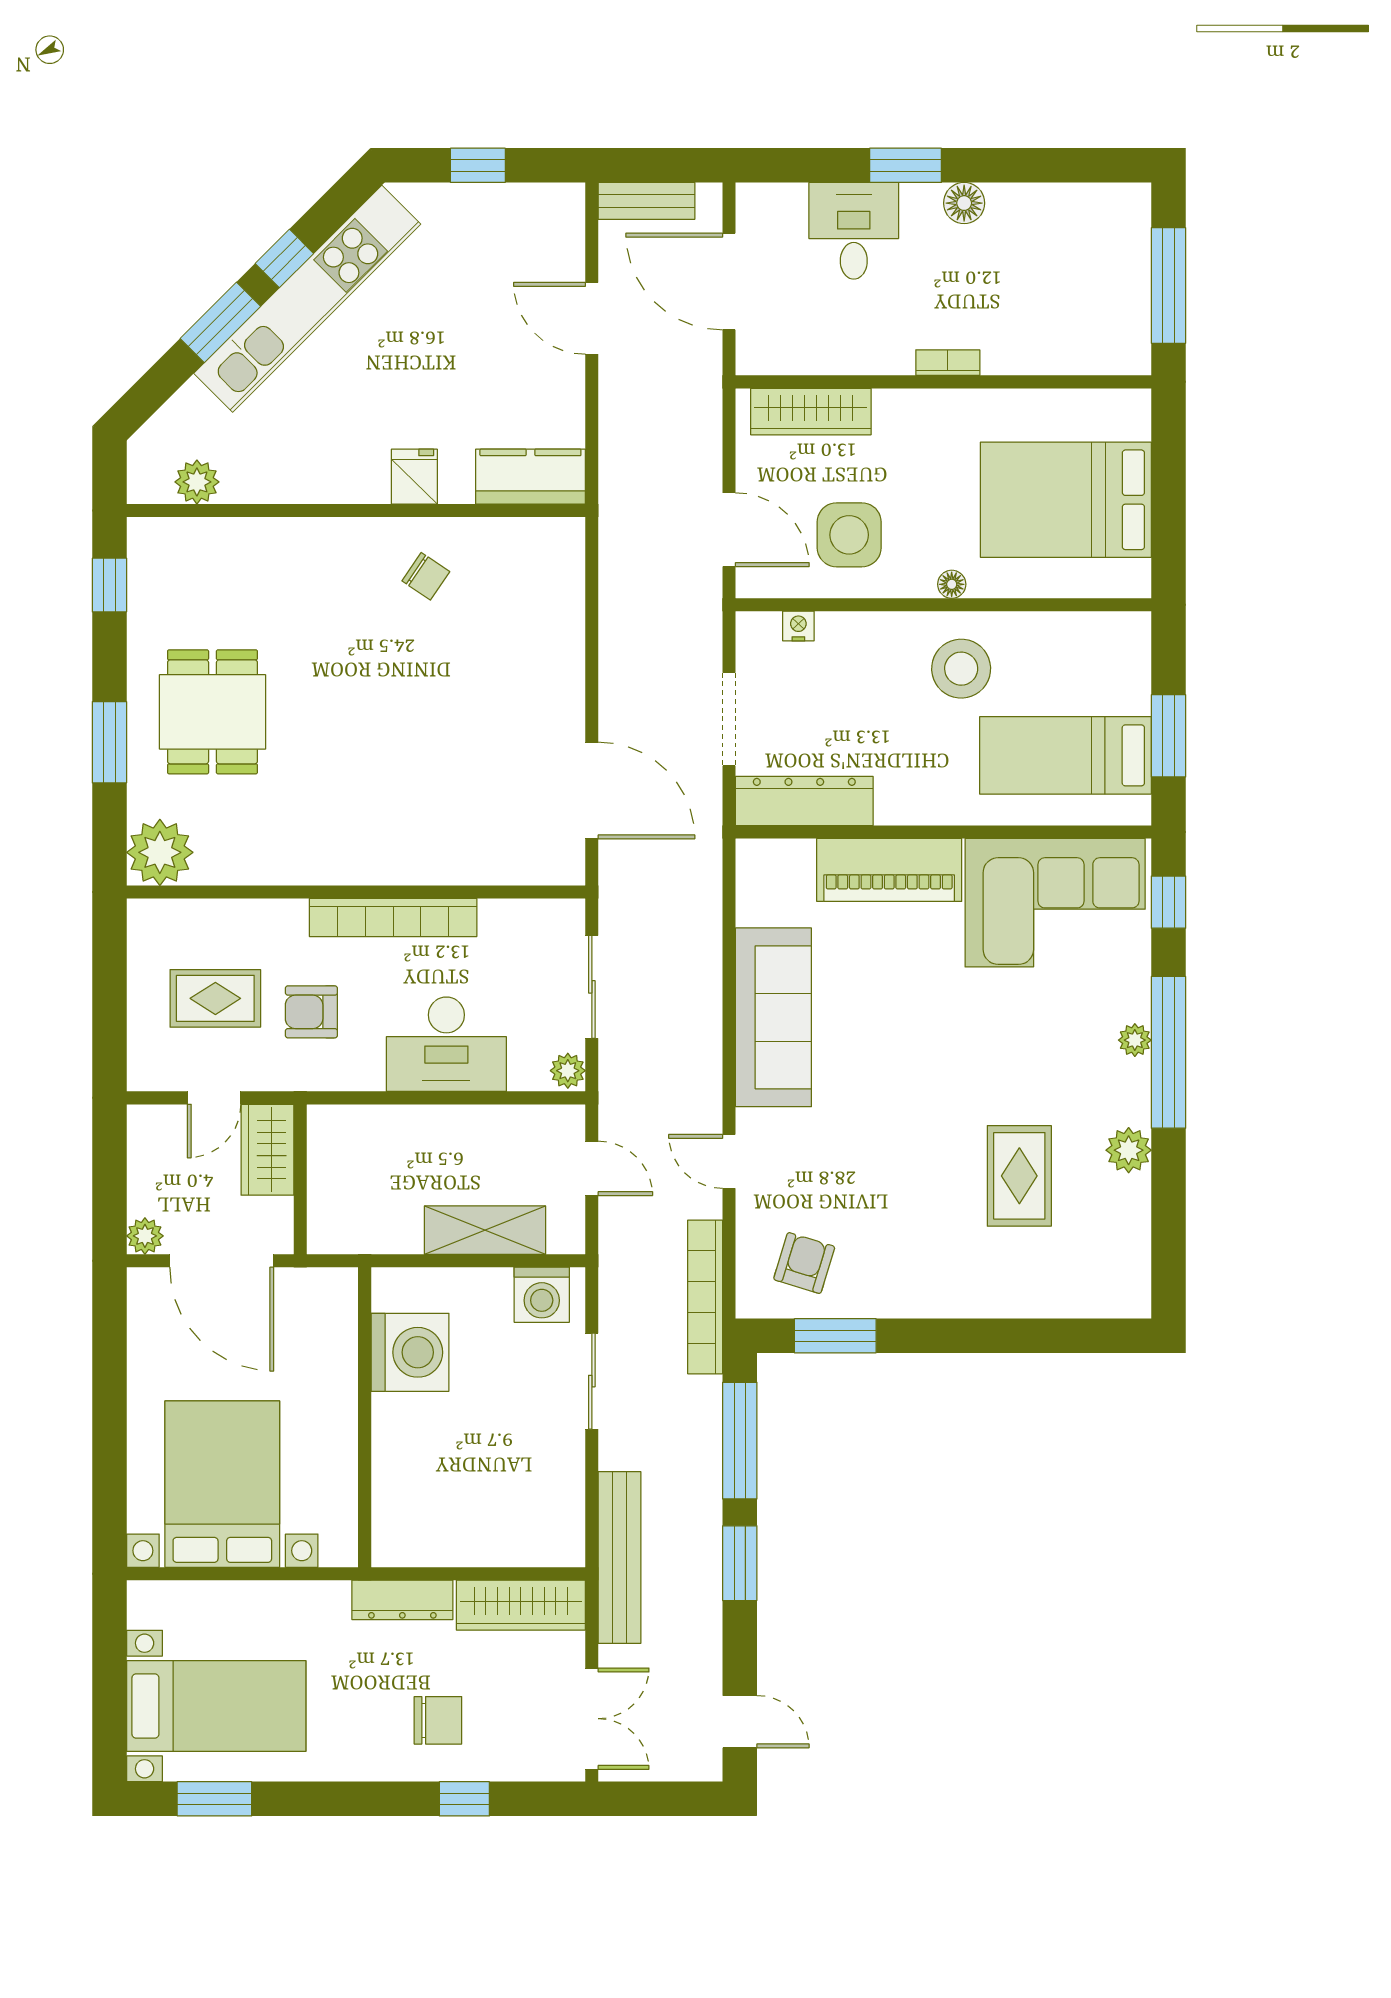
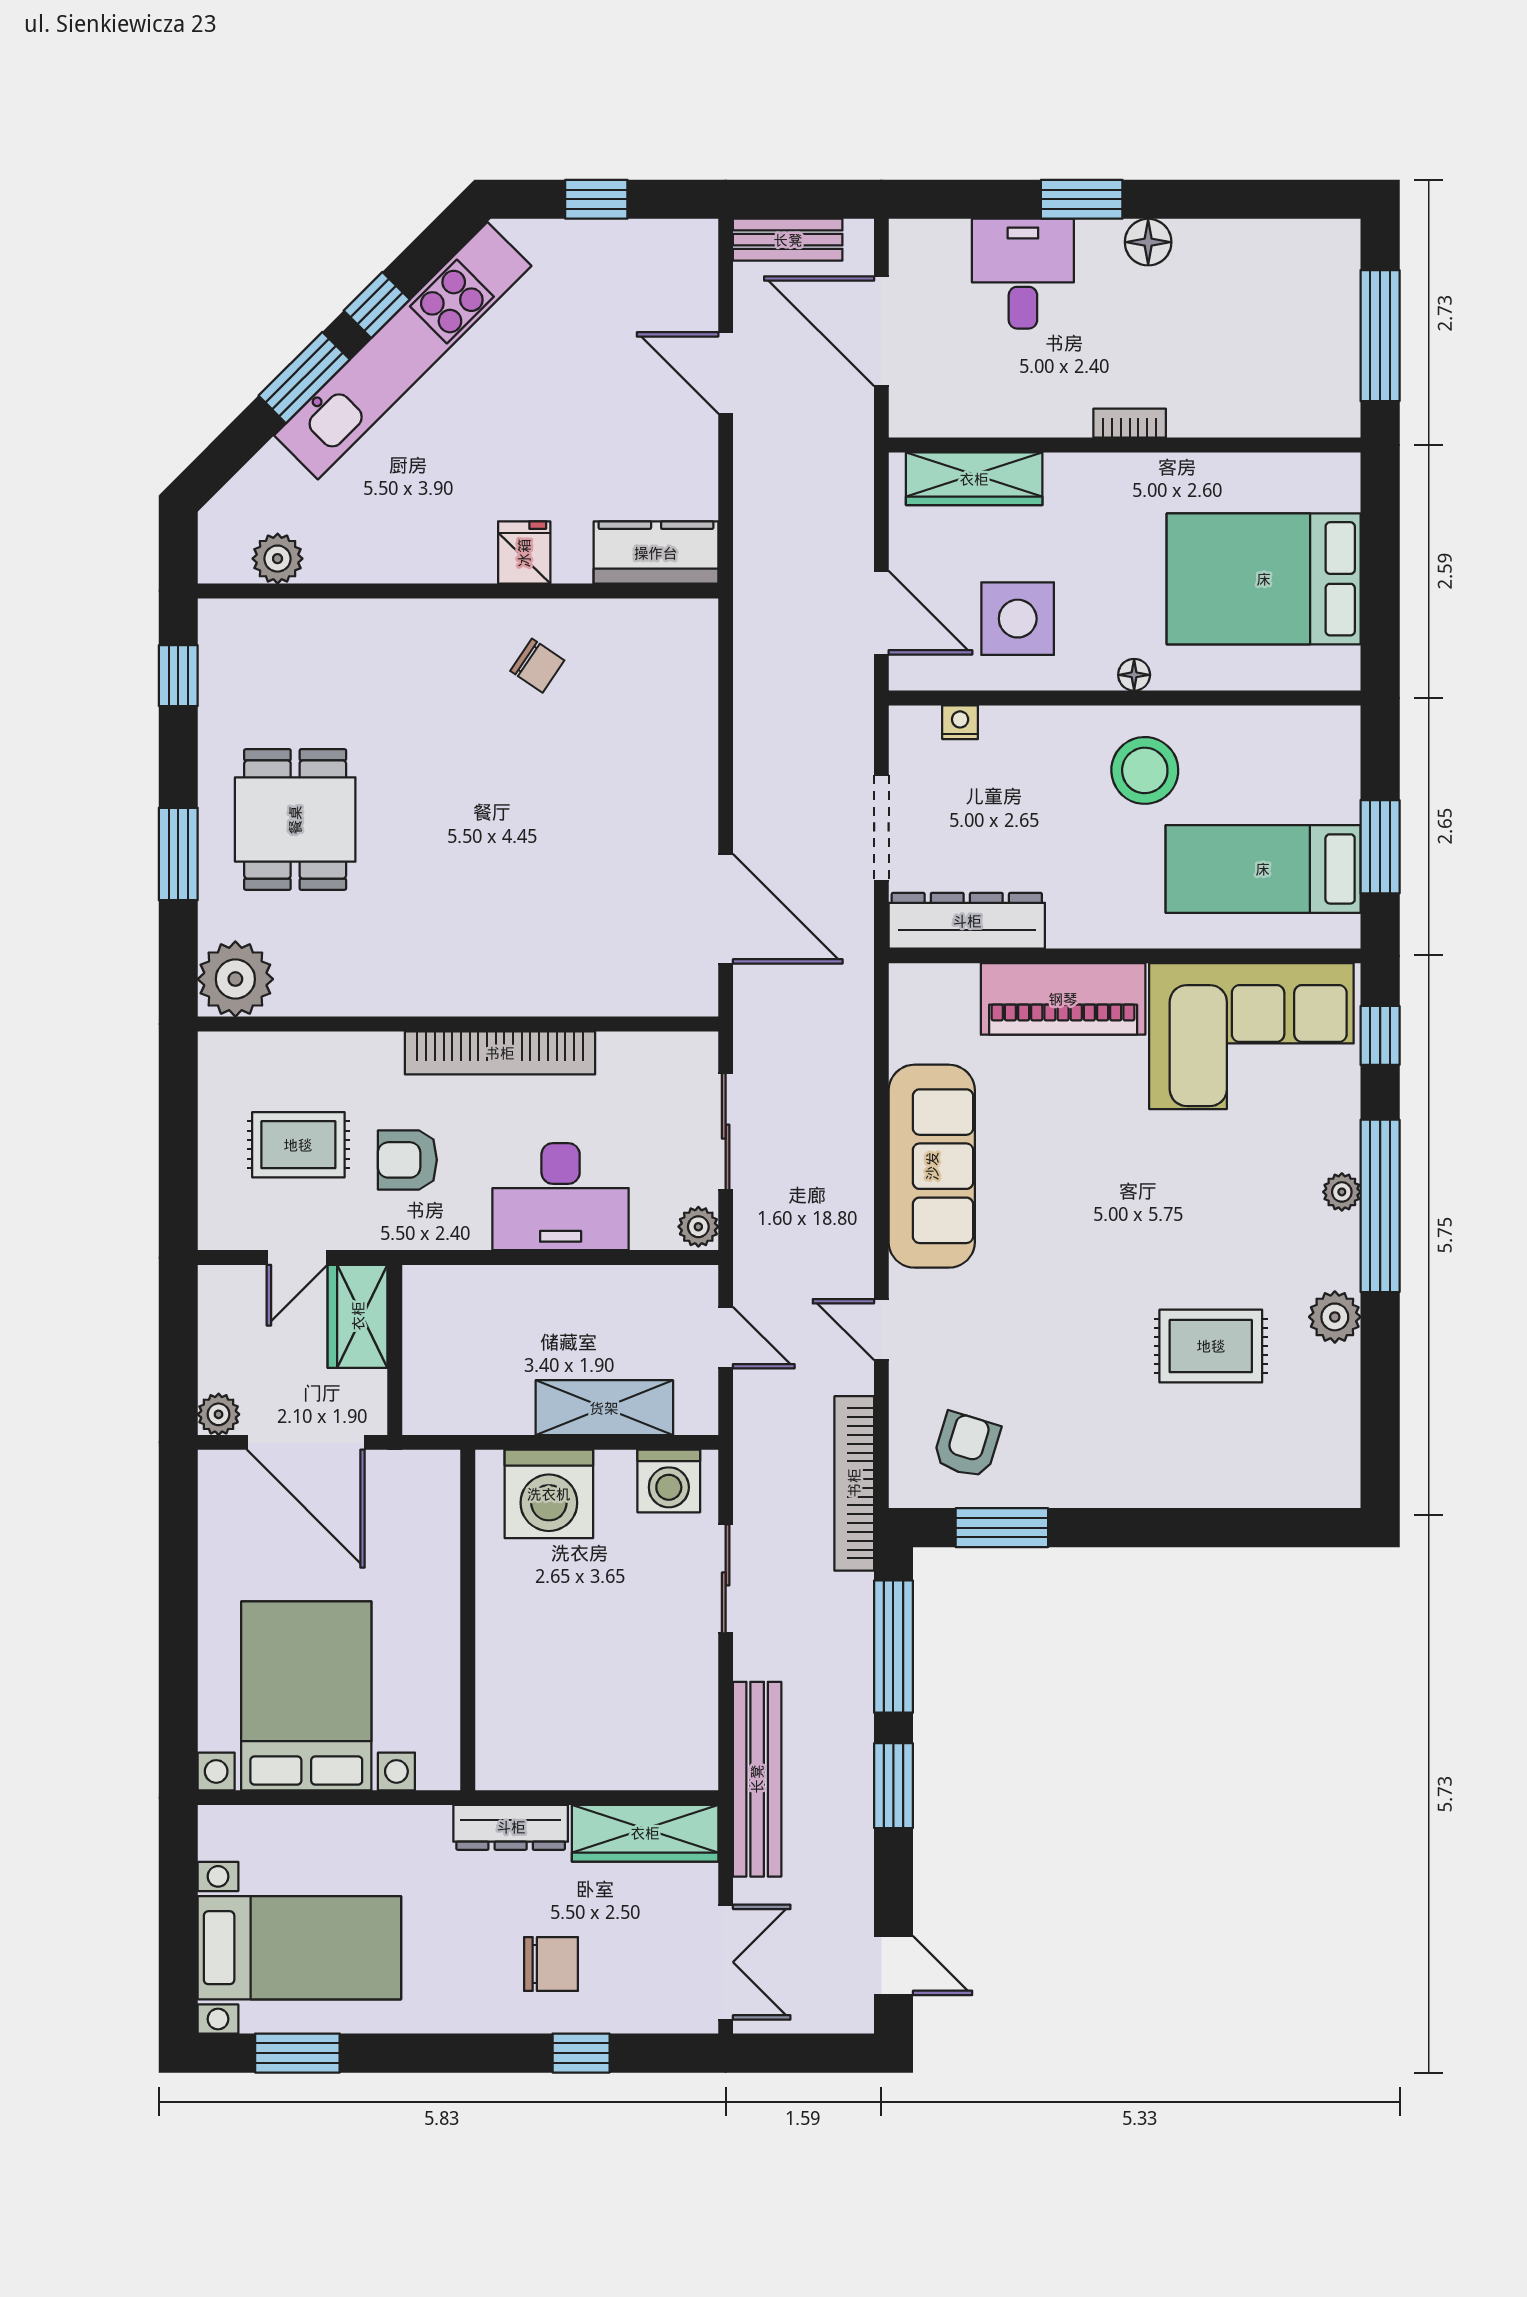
rug: (1019, 1176) -> (1211, 1346), turned 90
washing machine: (410, 1352) -> (549, 1494), moved, turned 90

